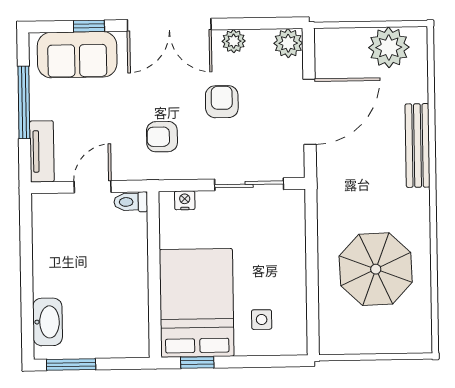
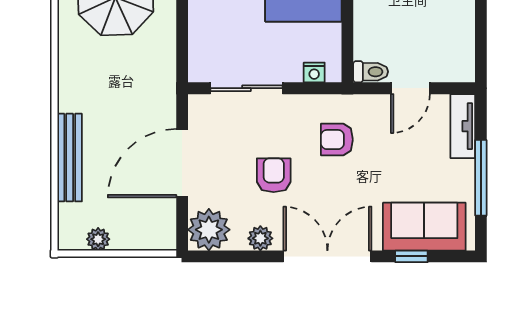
plant: (288, 43) -> (209, 230), width x1.36, depth x1.36
plant: (389, 47) -> (98, 239), width x0.53, depth x0.53
armchair: (222, 102) -> (274, 175), turned 180
armchair: (162, 137) -> (337, 140), turned 180
bench: (418, 145) -> (70, 158), moved

